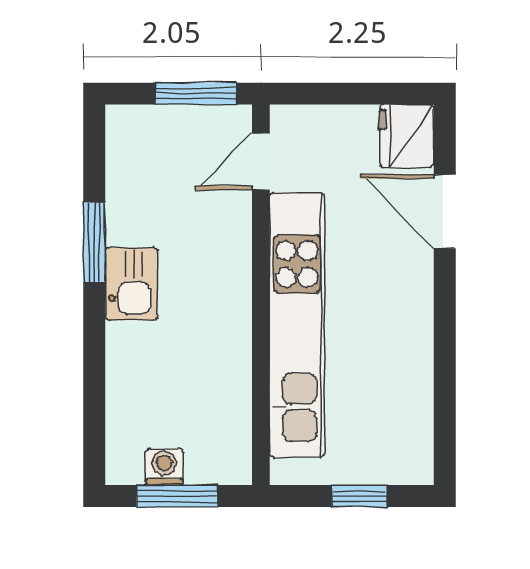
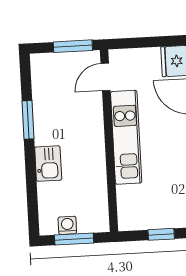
kitchen sink: (131, 284) -> (48, 164), moved
kitchen unit: (297, 325) -> (126, 137), width x0.73

